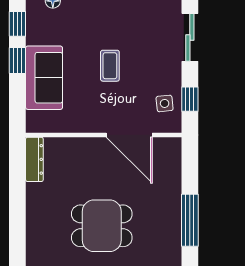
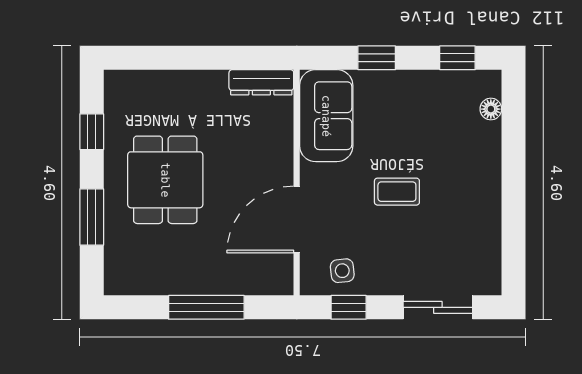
window: (17, 61) -> (377, 58), moved
sofa: (44, 78) -> (326, 116), moved, turned -90
window: (190, 220) -> (206, 307), moved

